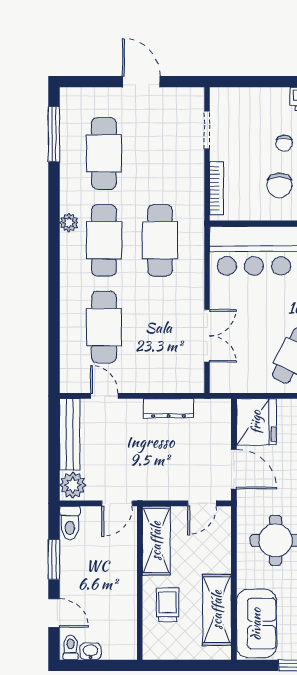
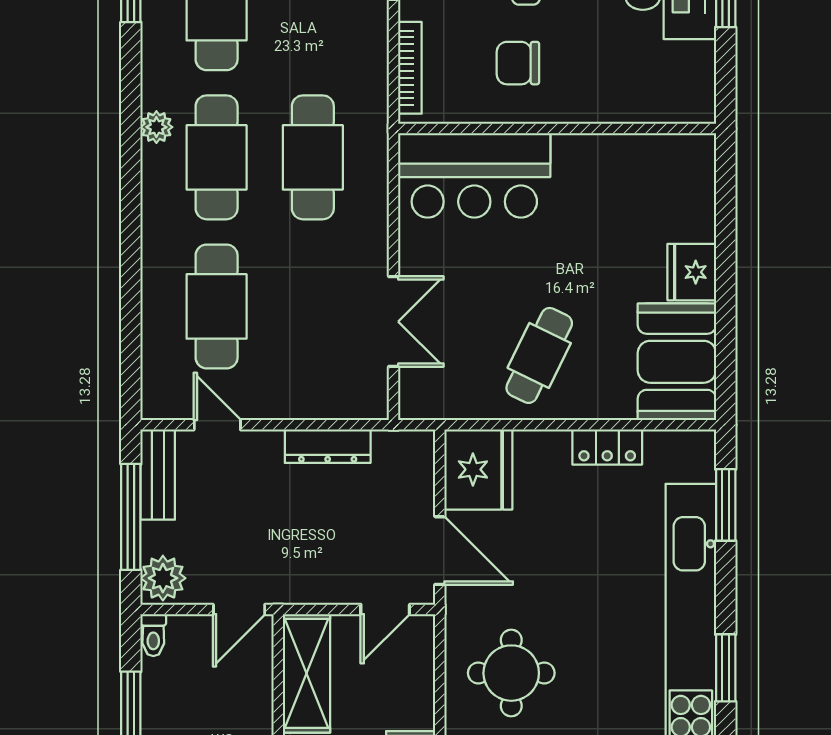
chair: (279, 185) -> (518, 63), turned 90
bench: (70, 434) -> (158, 475), width x0.73
window: (54, 450) -> (131, 517), added
toilet: (70, 523) -> (153, 635), width x0.73, depth x0.72

